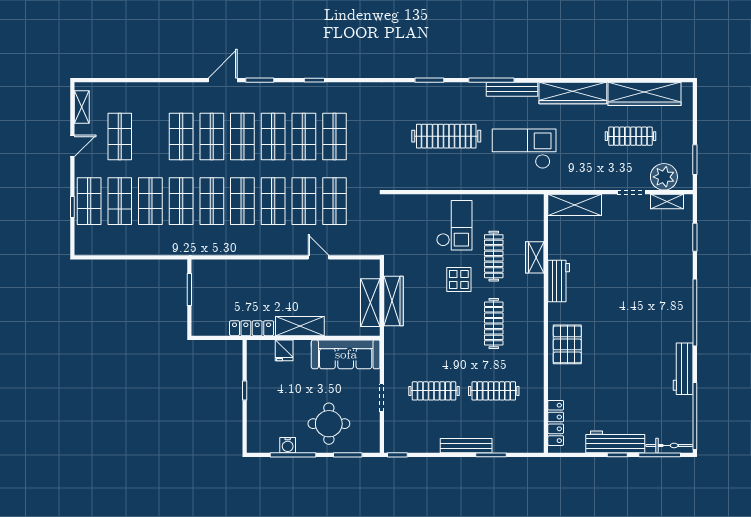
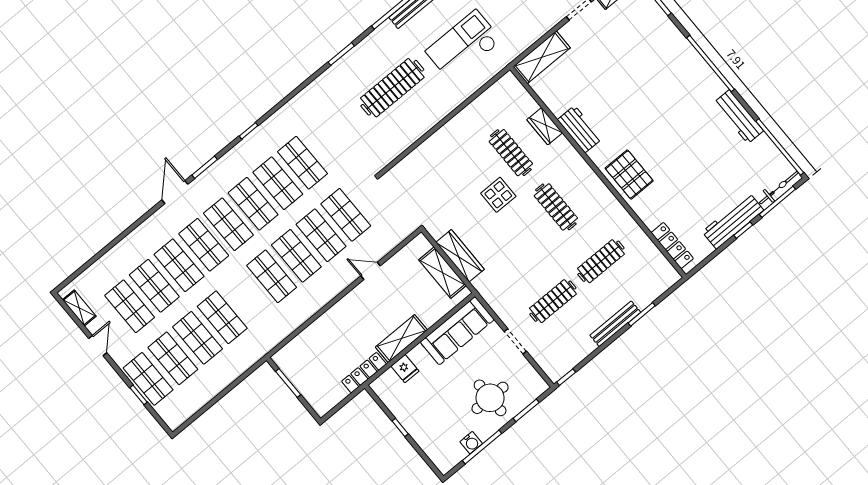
shop shelf: (212, 201) -> (154, 286), moved
checkout: (454, 225) -> (458, 154), removed

